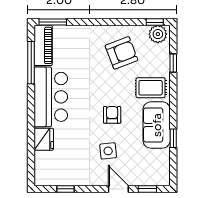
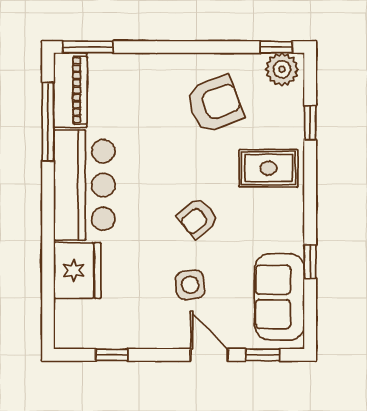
armchair: (112, 115) -> (197, 218), turned -129
sofa: (157, 125) -> (280, 297), moved
fridge: (44, 139) -> (77, 270), width x1.36, depth x1.34

